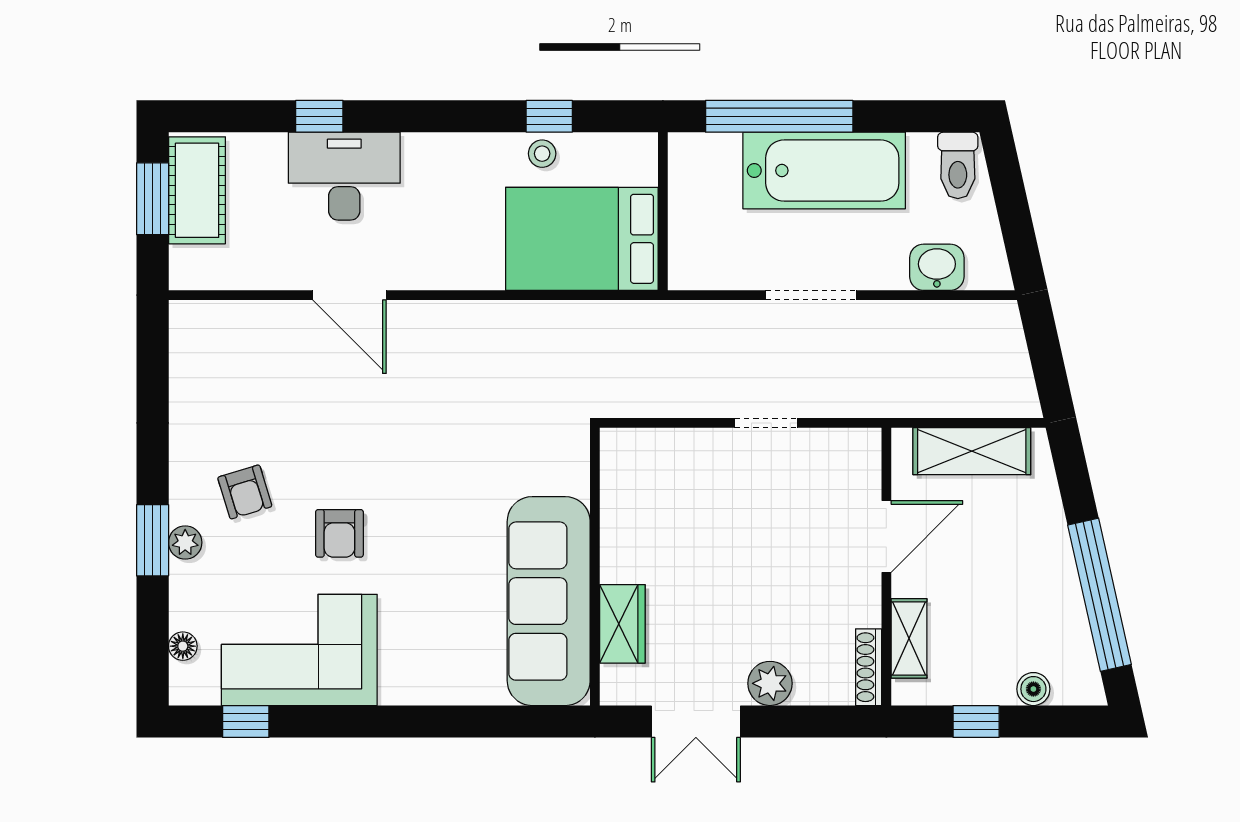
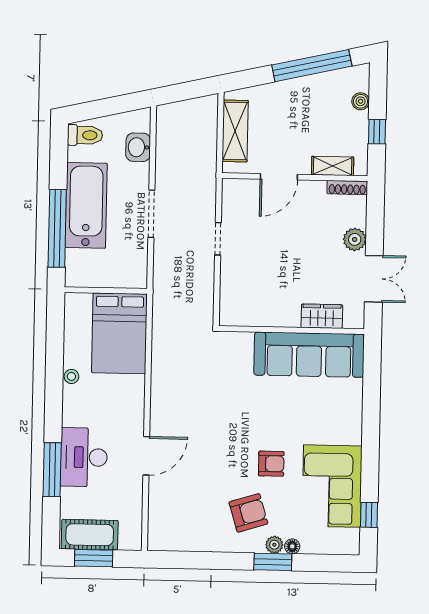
window: (319, 116) -> (52, 470), width x2.17
window: (549, 116) -> (55, 349), removed
stool: (542, 154) -> (71, 376), moved
armchair: (245, 492) -> (248, 513), width x1.38, depth x1.38
door: (886, 537) -> (279, 177), swing flipped
floor lamp: (183, 646) -> (292, 546), moved

